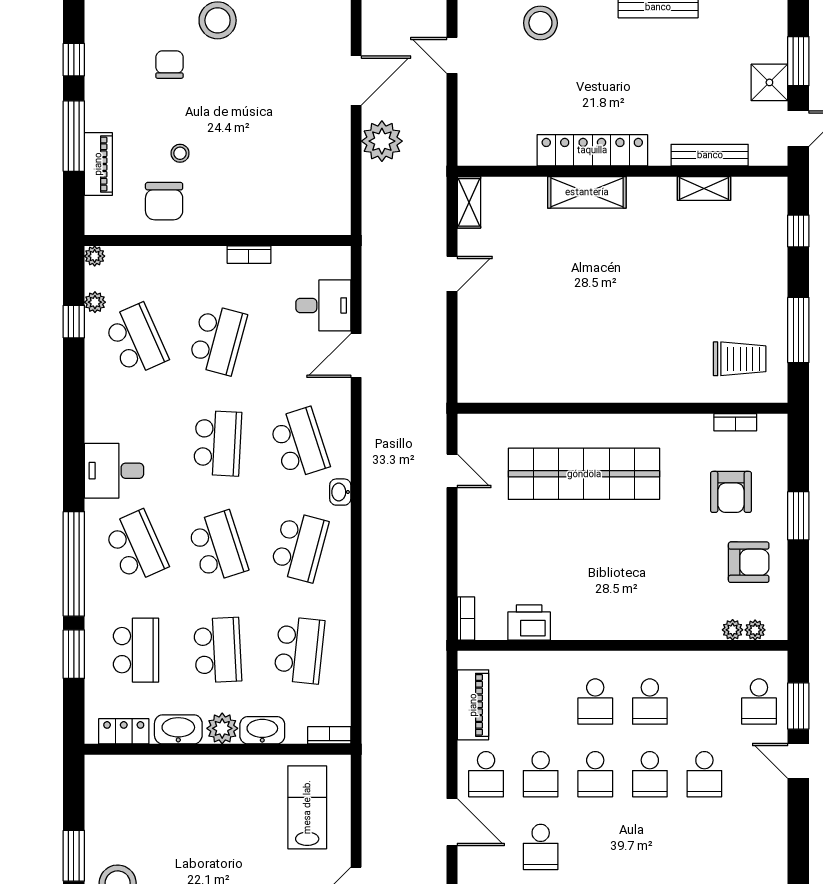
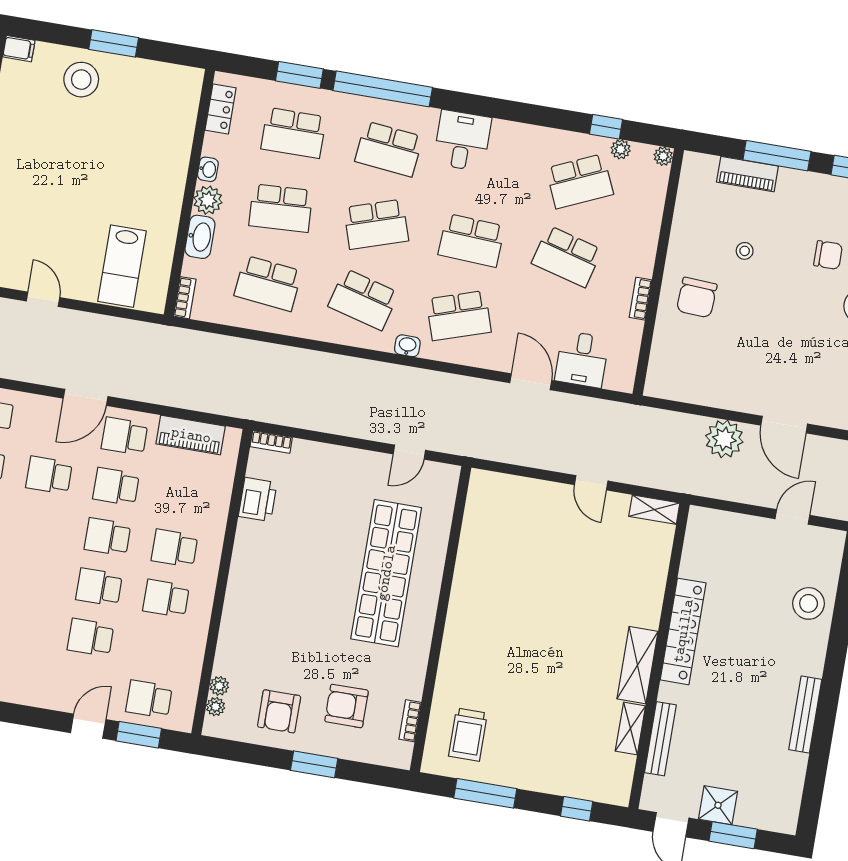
shelving: (587, 192) -> (638, 665), moved
chair: (164, 201) -> (697, 297), moved, turned -87
school desk: (136, 547) -> (389, 149), turned 30
washbasin: (178, 729) -> (208, 169), width x0.52, depth x0.69
lab bench: (307, 807) -> (122, 266), turned 90

